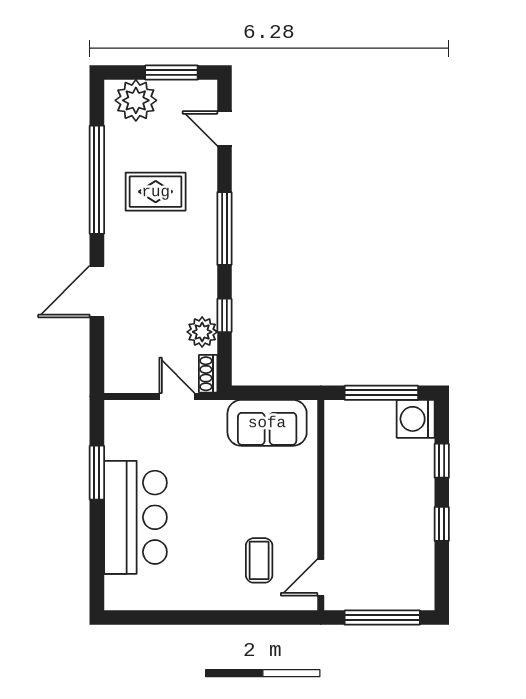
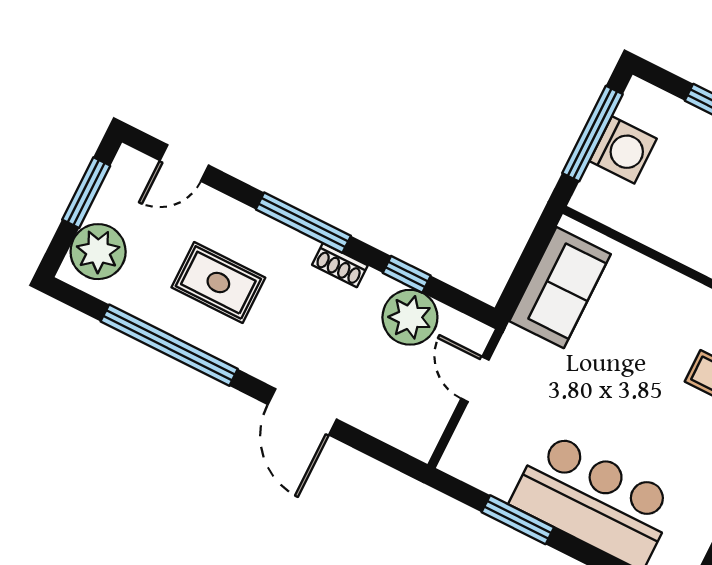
rug: (156, 192) -> (218, 283), turned 90
plant: (202, 332) -> (410, 317), width x1.36, depth x1.36
shoe rack: (208, 374) -> (340, 265), moved
door: (177, 397) -> (475, 379), hinge flipped
washing machine: (416, 419) -> (623, 150), moved, turned -90

